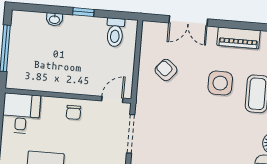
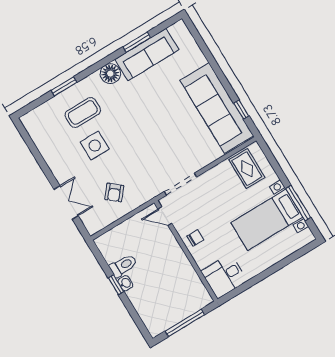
washbasin: (54, 19) -> (125, 283), moved
toilet: (115, 32) -> (123, 266), moved
piano: (239, 38) -> (52, 156), removed

